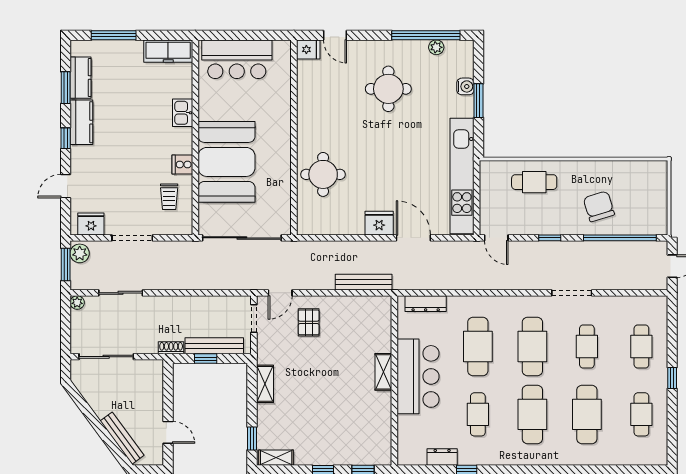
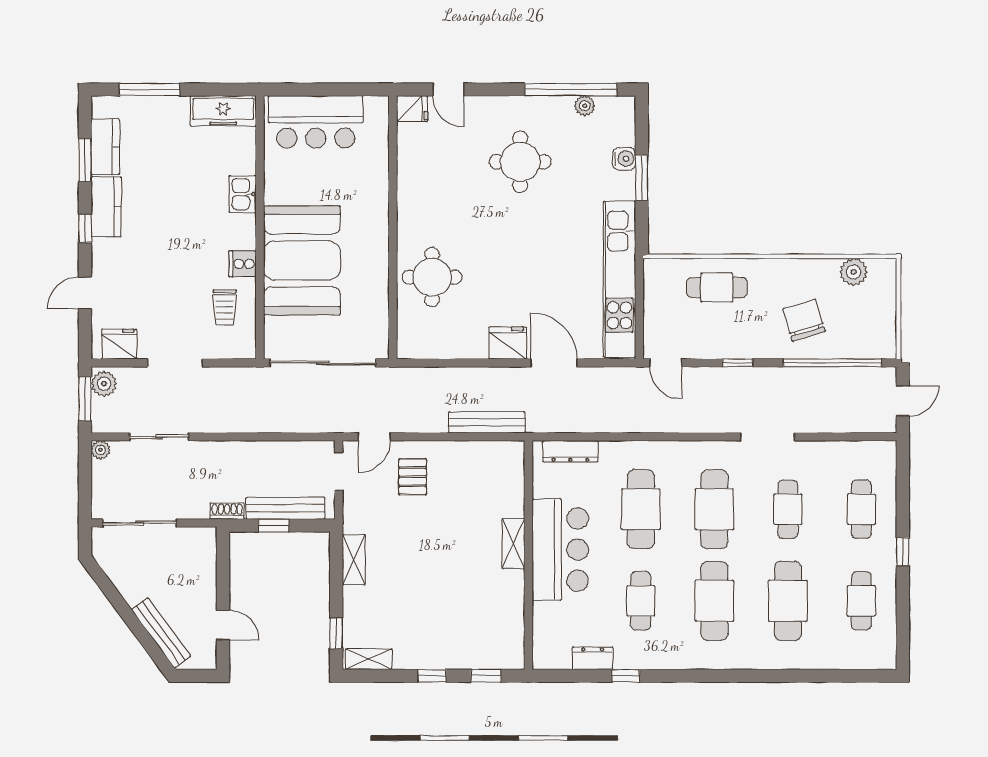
plant: (636, 171) -> (854, 272), added

